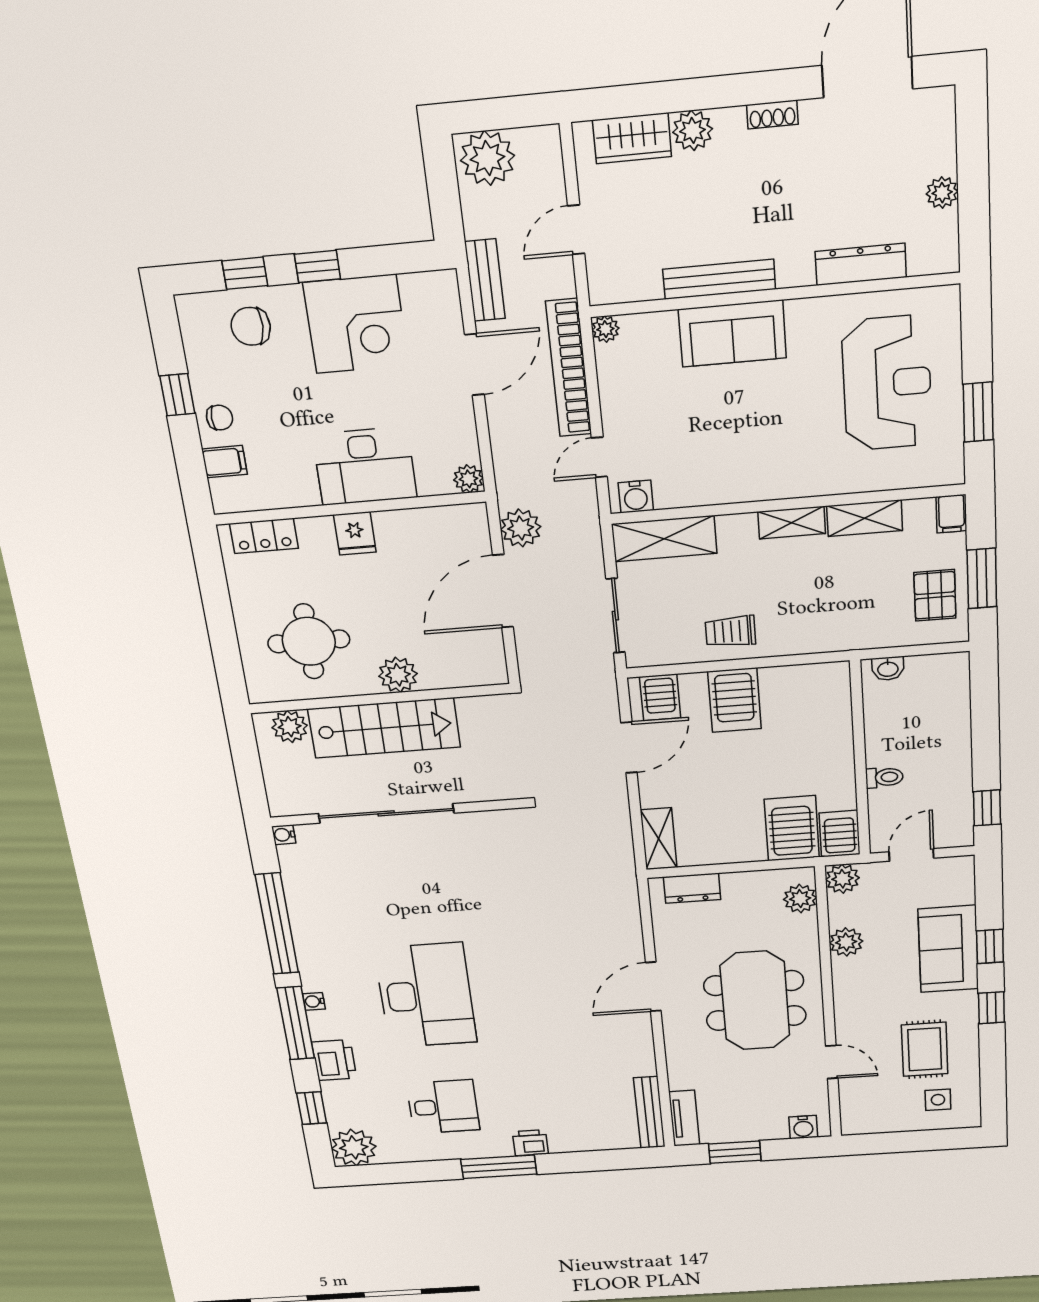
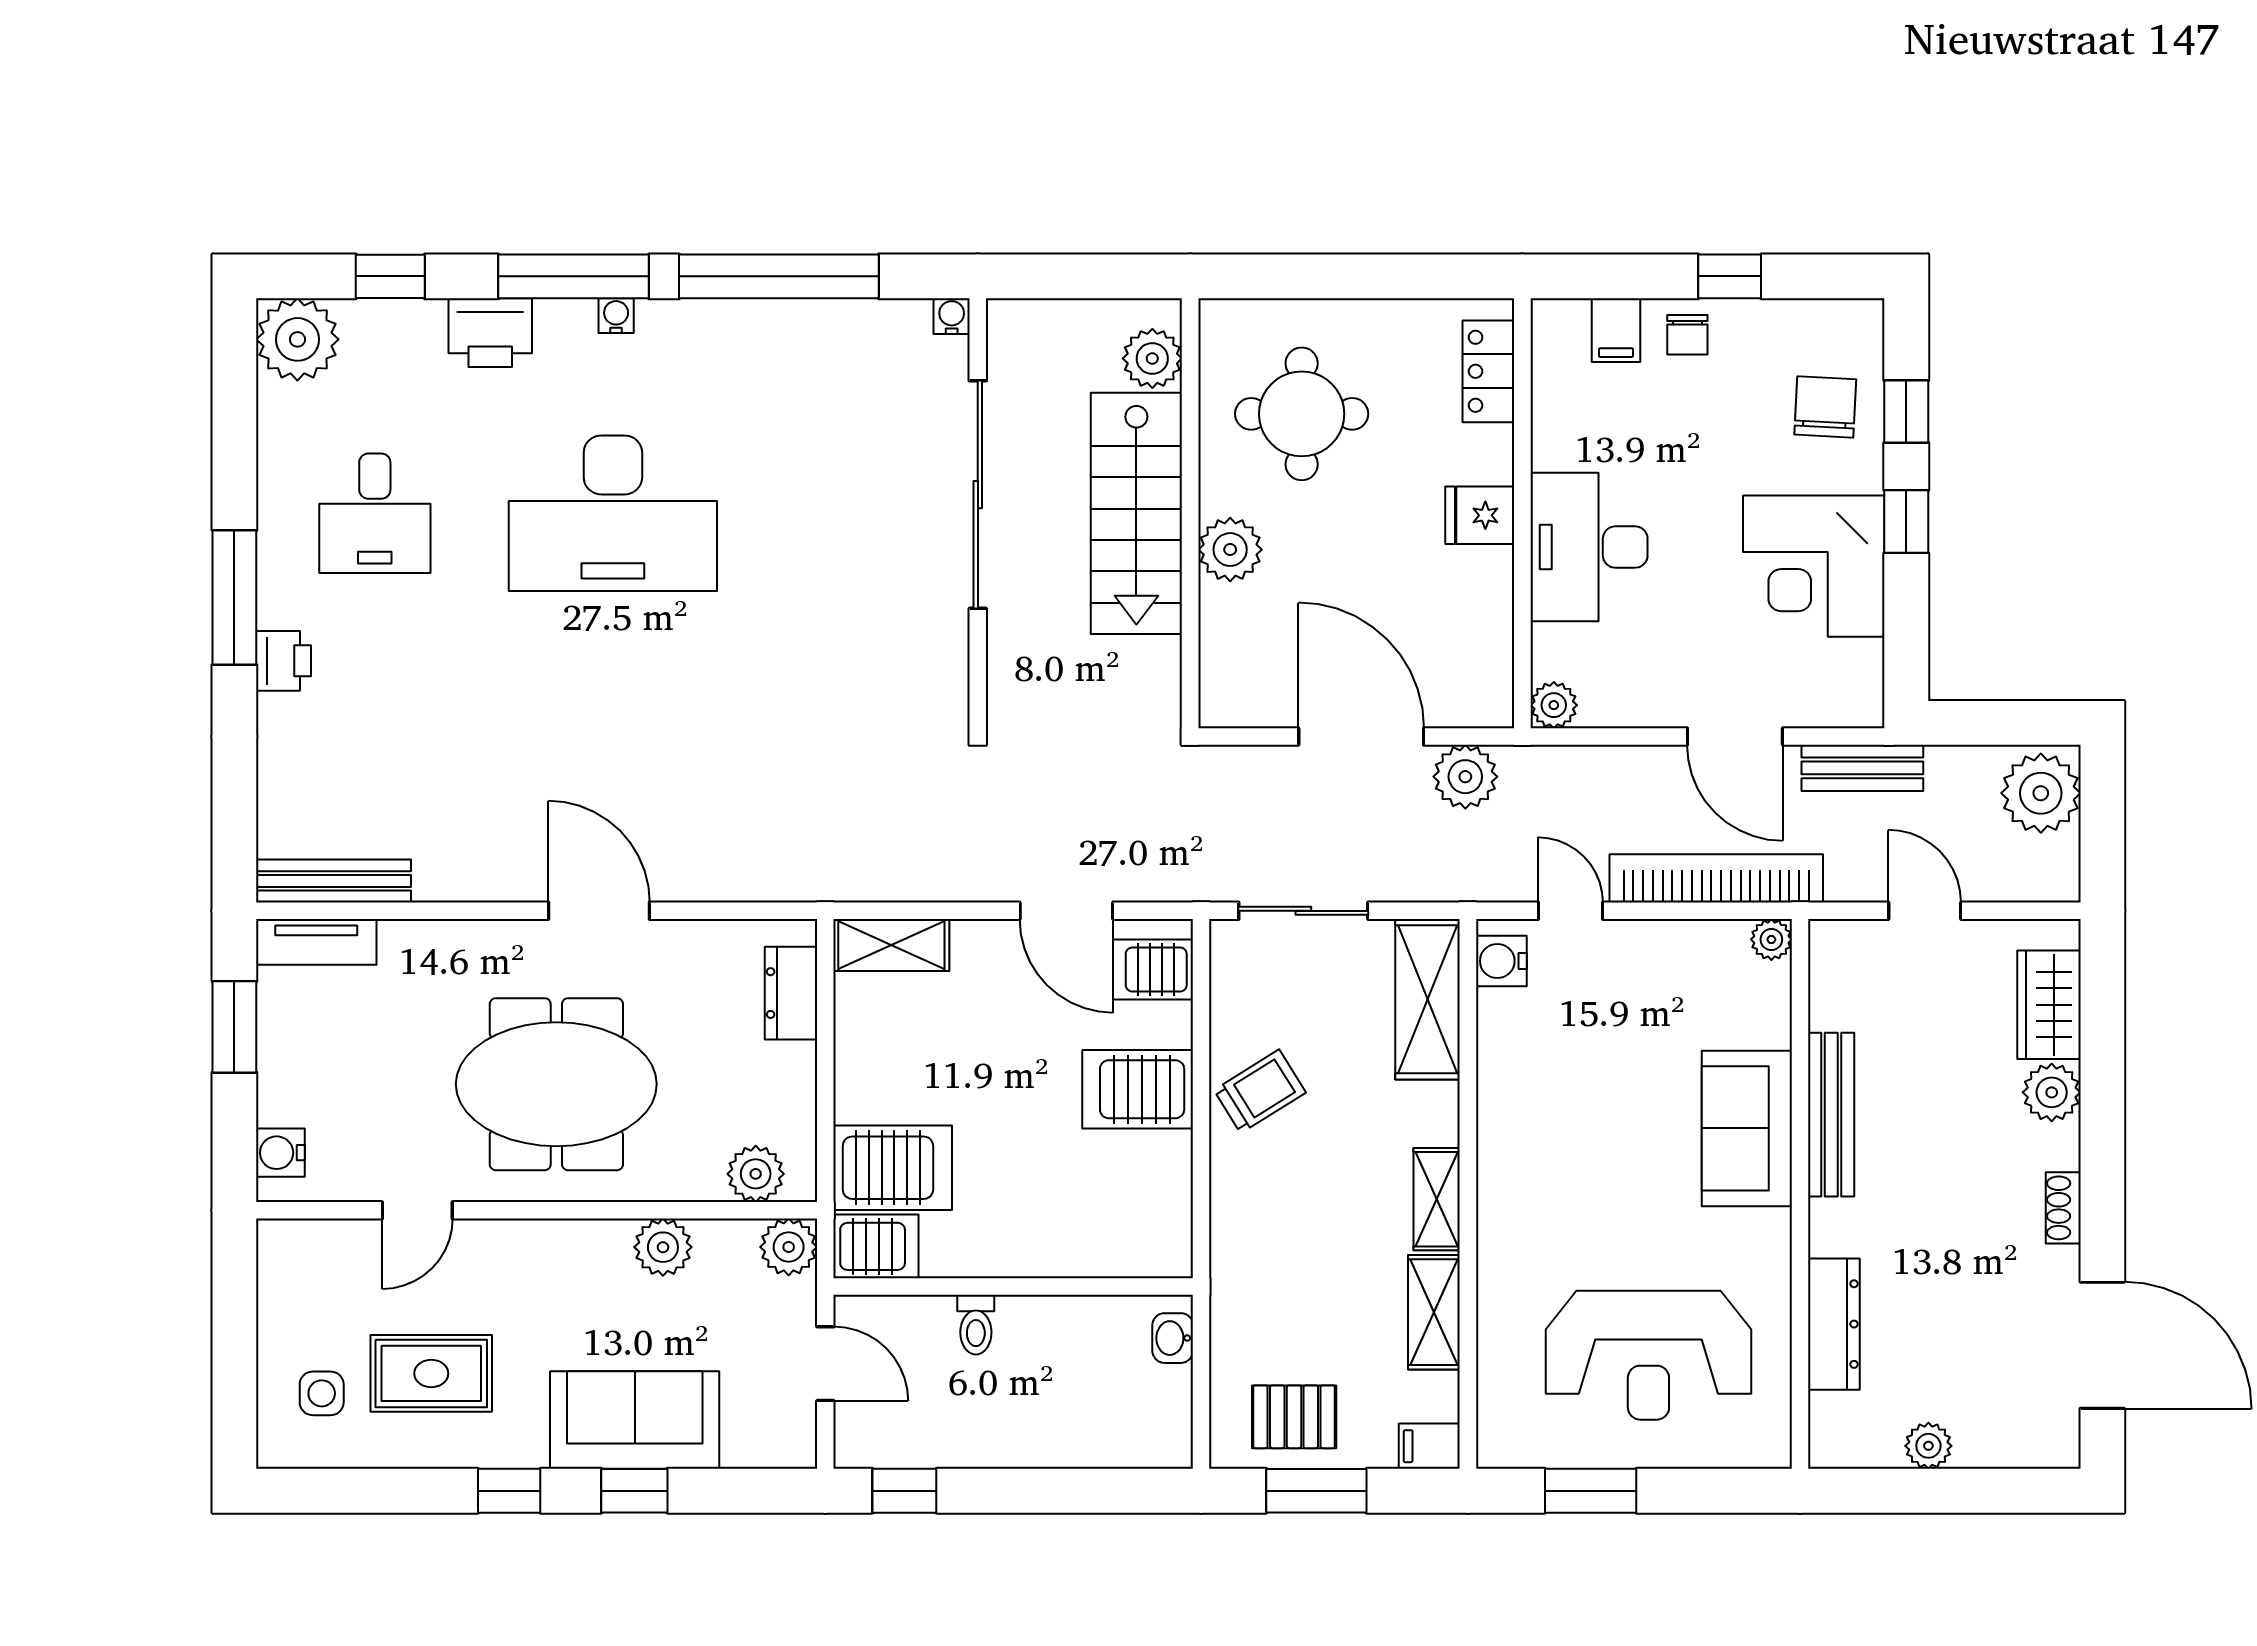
trolley: (730, 631) -> (1260, 1091), turned 58

